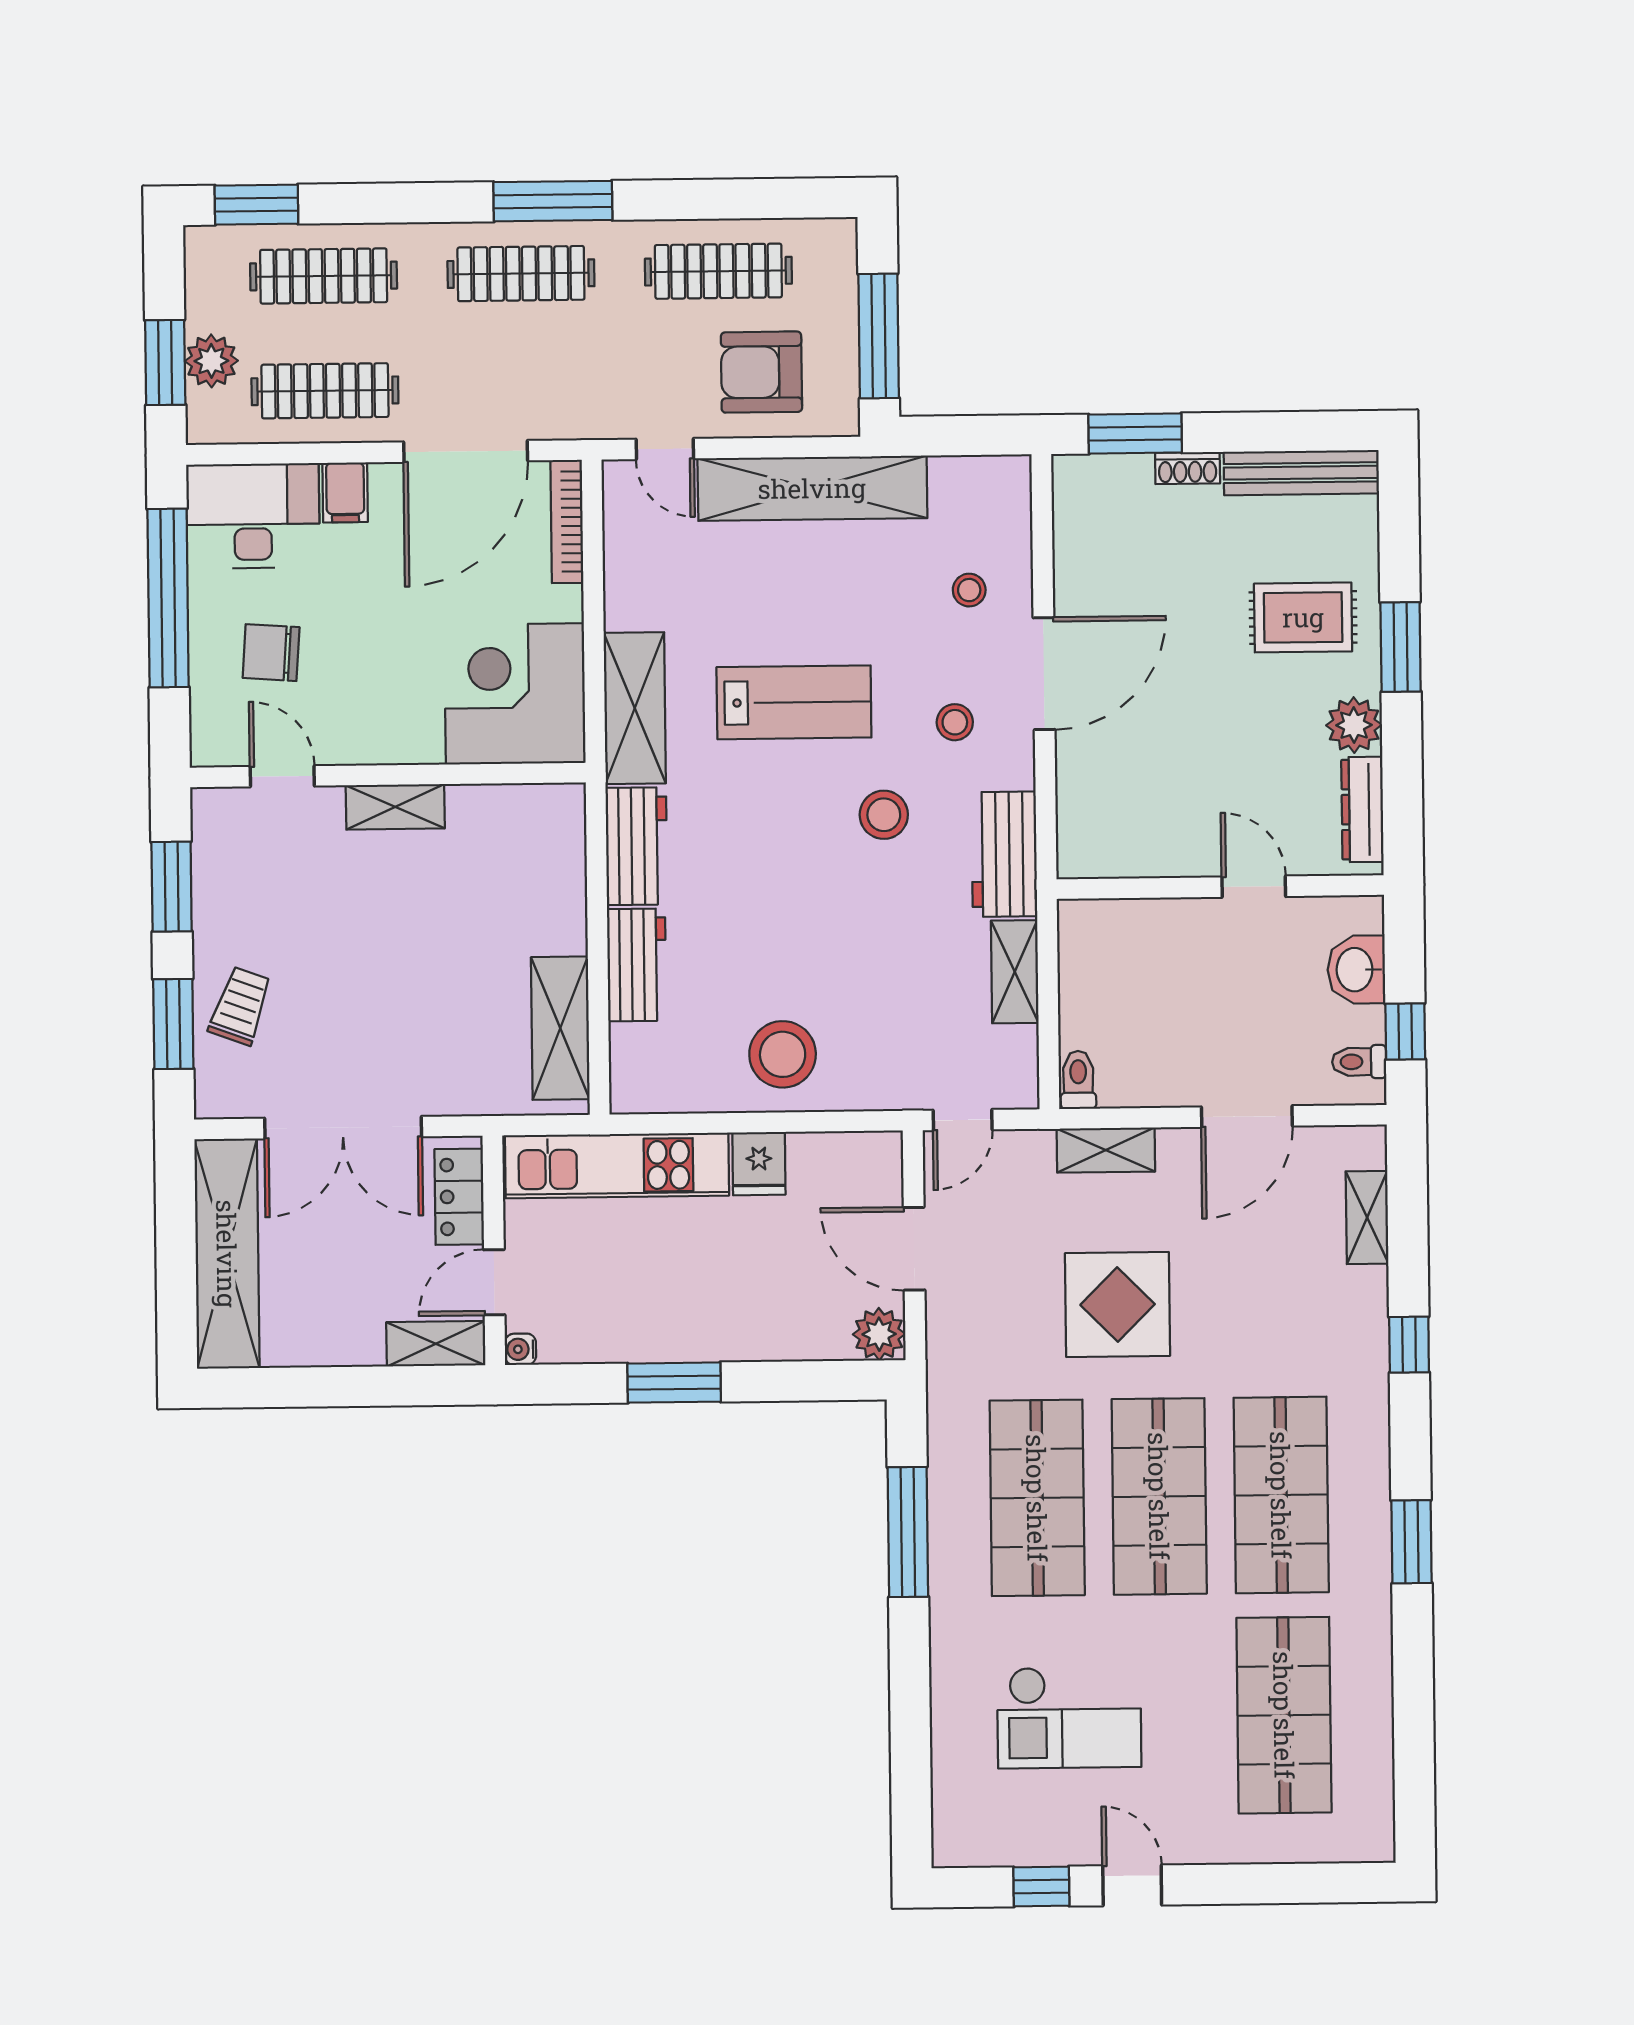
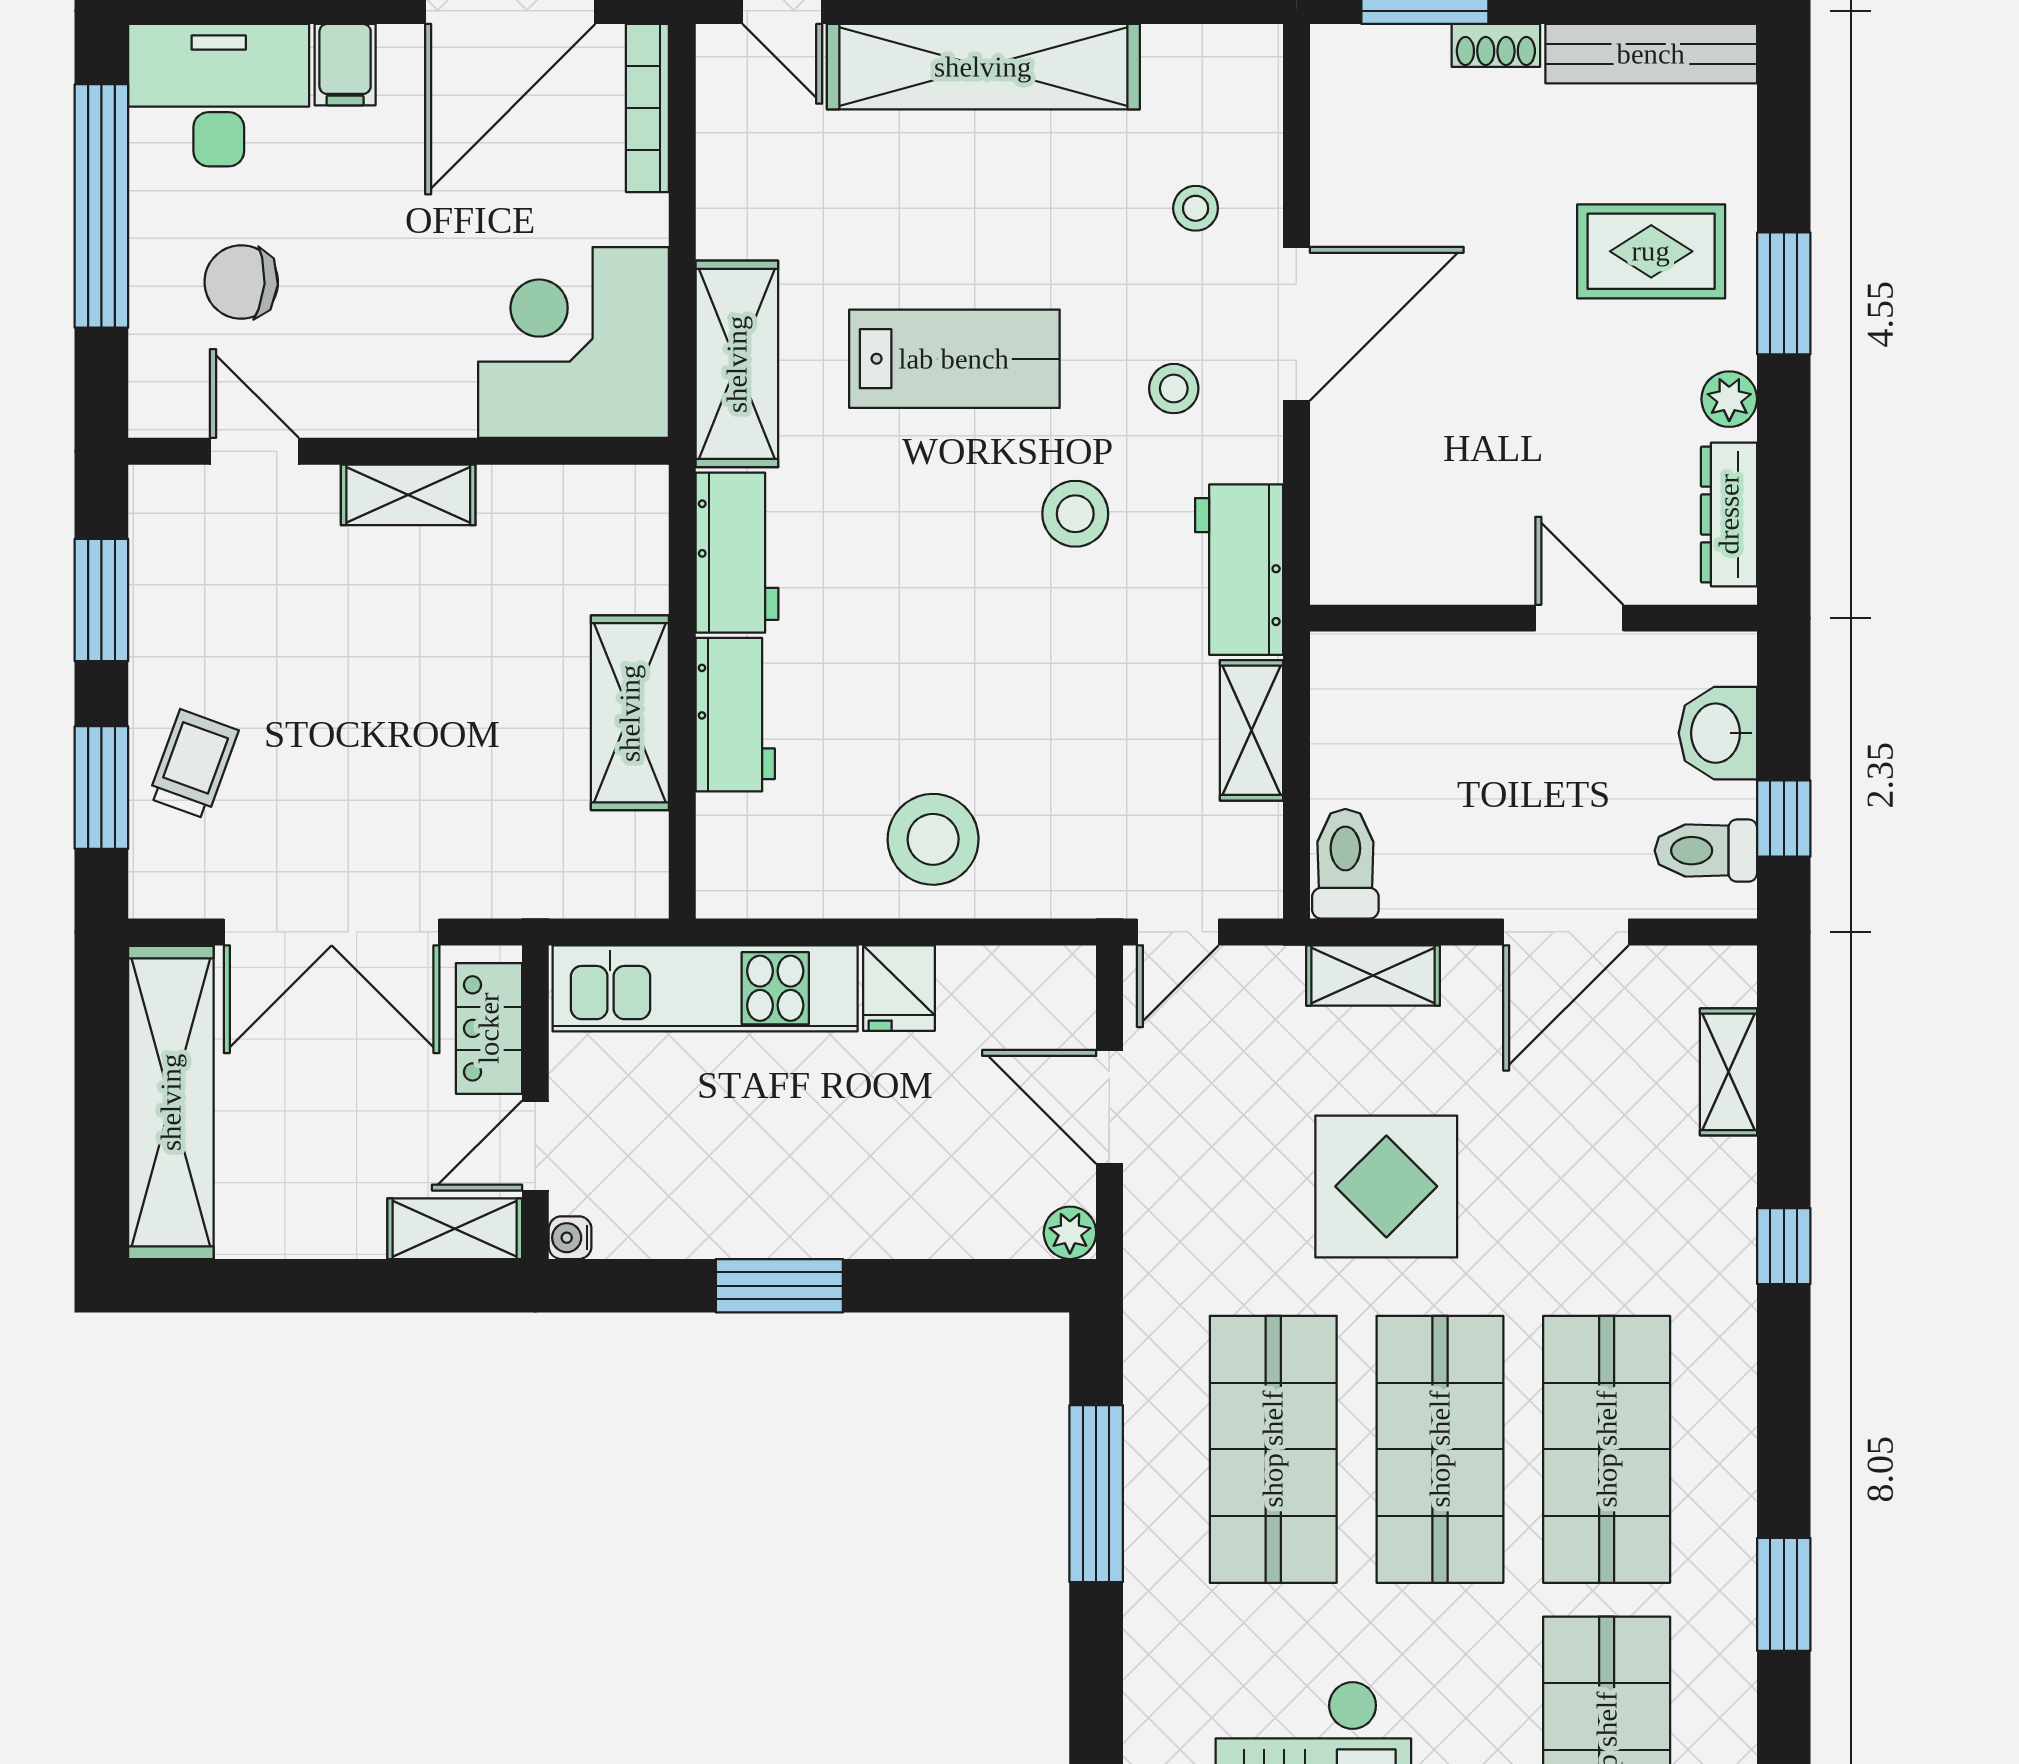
plant: (1354, 725) -> (1729, 399), width x0.73, depth x0.73
shelving: (560, 1028) -> (630, 713), moved
toilet: (1359, 1062) -> (1706, 851), width x1.37, depth x1.39
toilet: (1078, 1080) -> (1345, 864), width x1.37, depth x1.39
plant: (879, 1334) -> (1070, 1233), width x0.73, depth x0.73
window: (1411, 1542) -> (1784, 1594), moved

